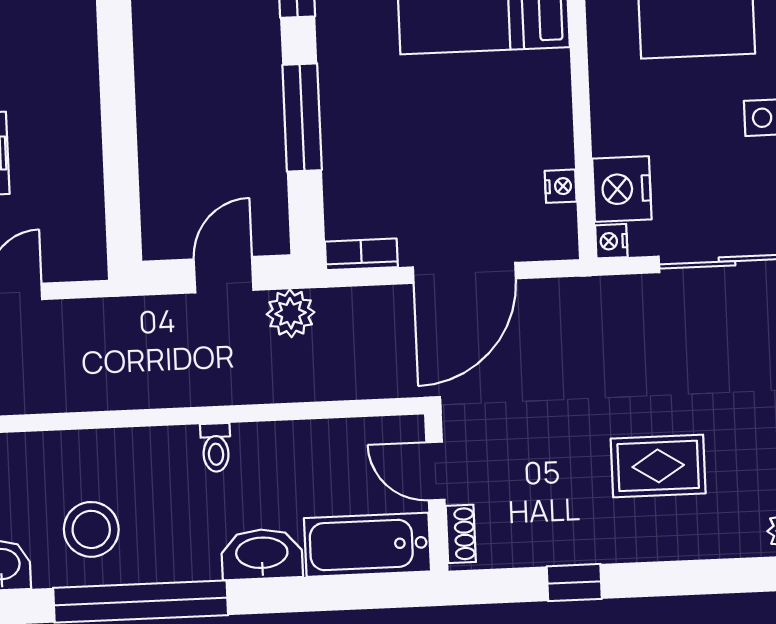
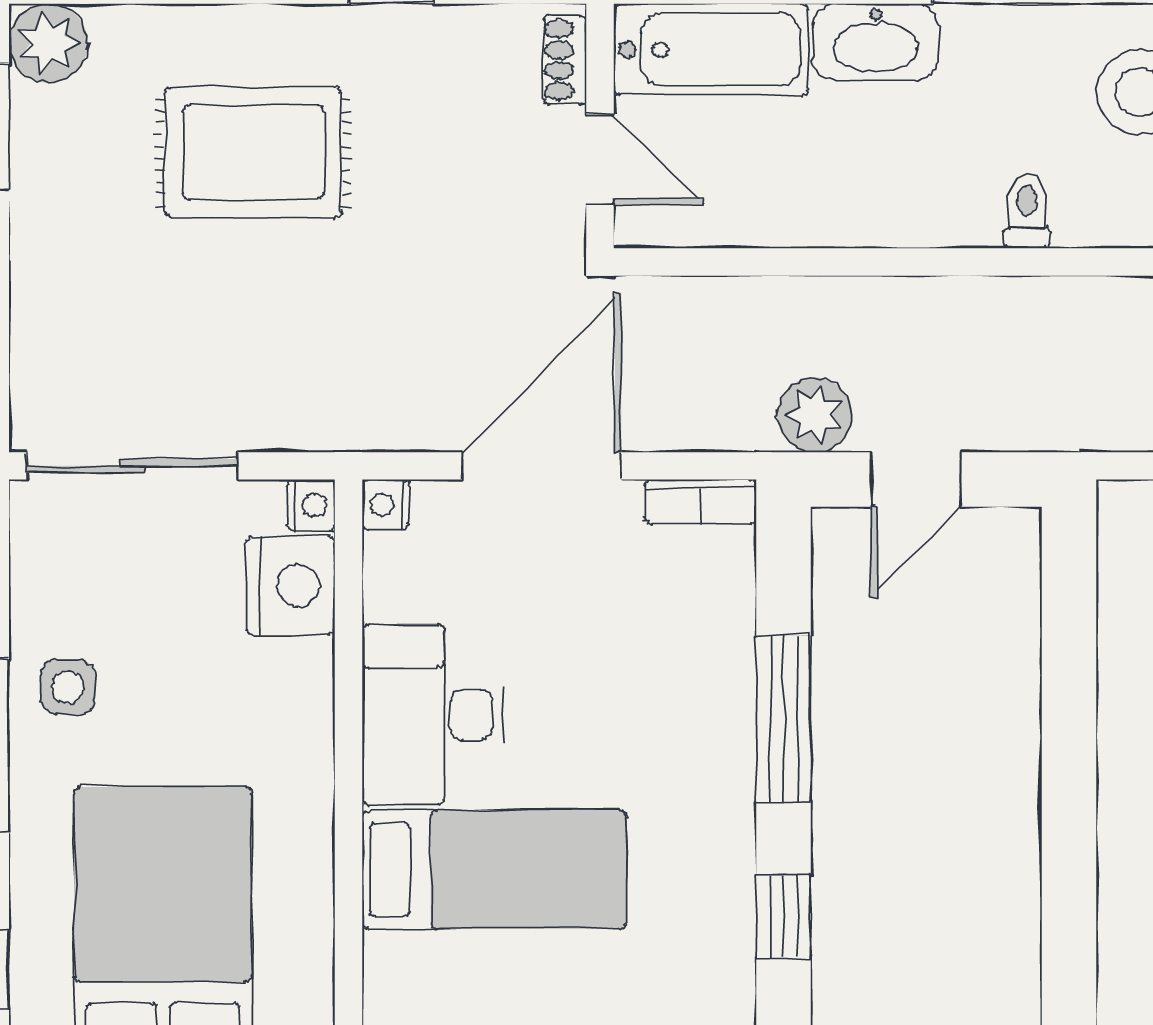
desk: (527, 110) -> (433, 715), added
nightstand: (561, 186) -> (386, 505), moved
toilet: (216, 448) -> (1027, 211), moved
rug: (658, 466) -> (253, 152), width x1.36, depth x1.43

